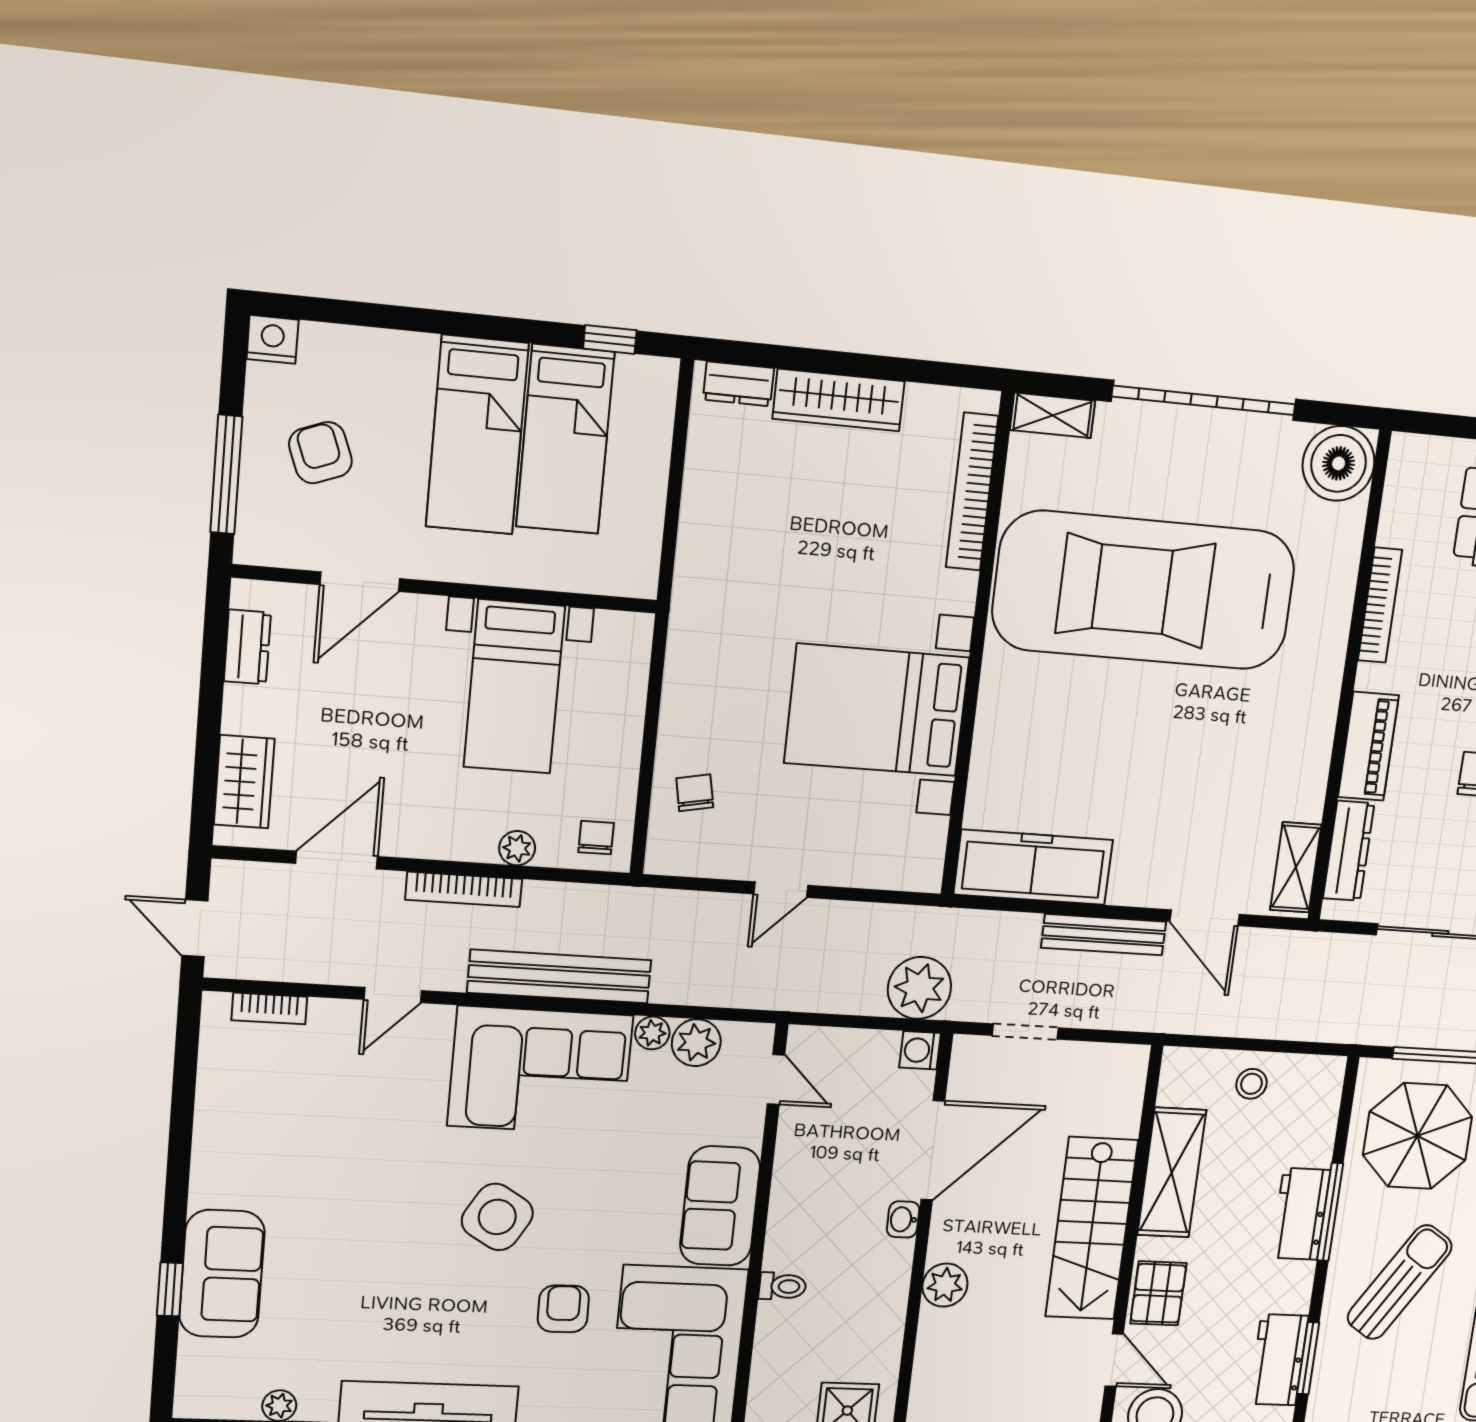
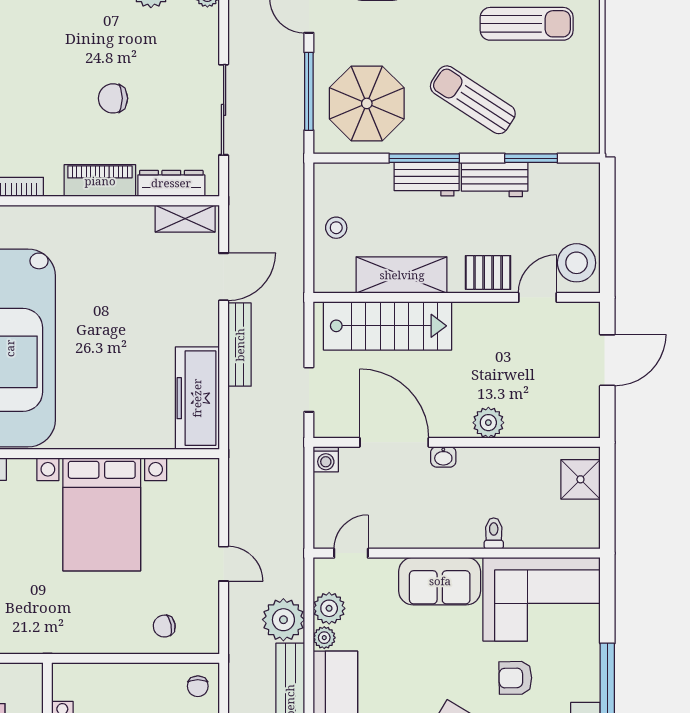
chair: (596, 838) -> (198, 686), turned -90
plant: (919, 988) -> (283, 620), moved
stairs: (1092, 1228) -> (388, 326), moved
workbench: (1278, 1360) -> (495, 180), moved

